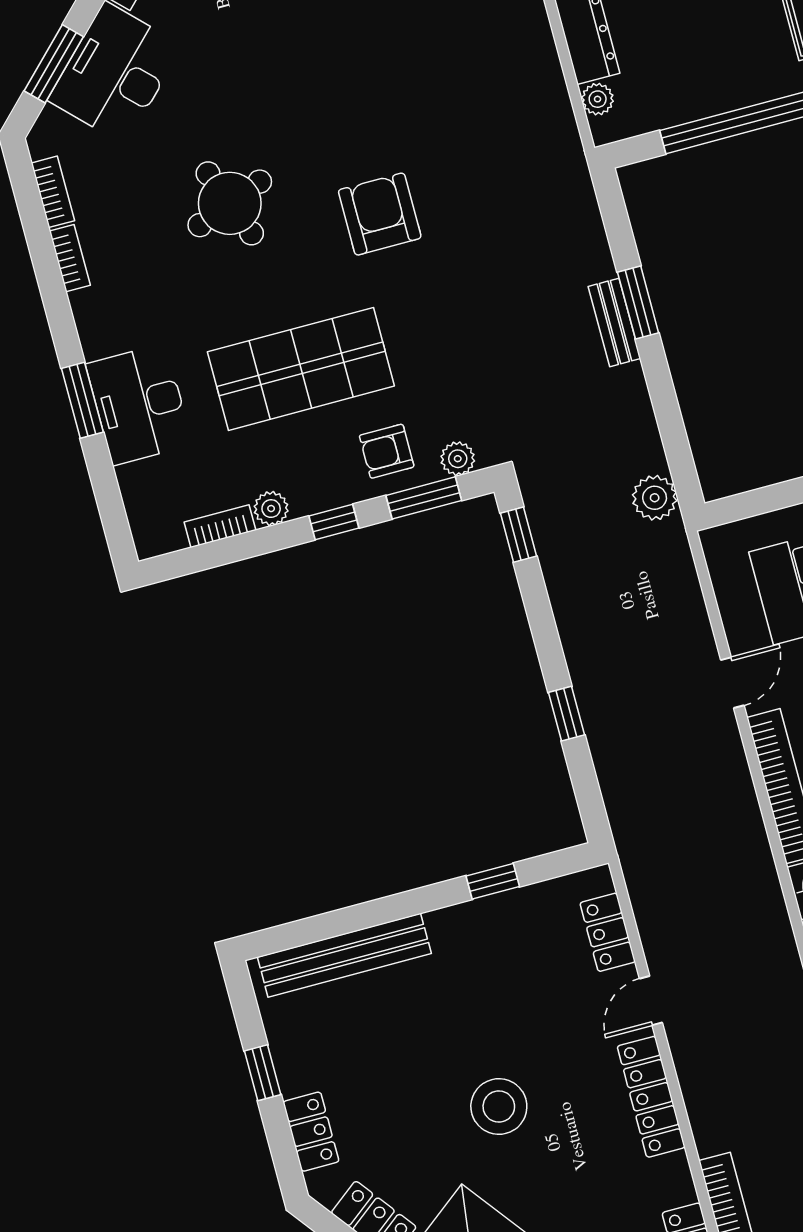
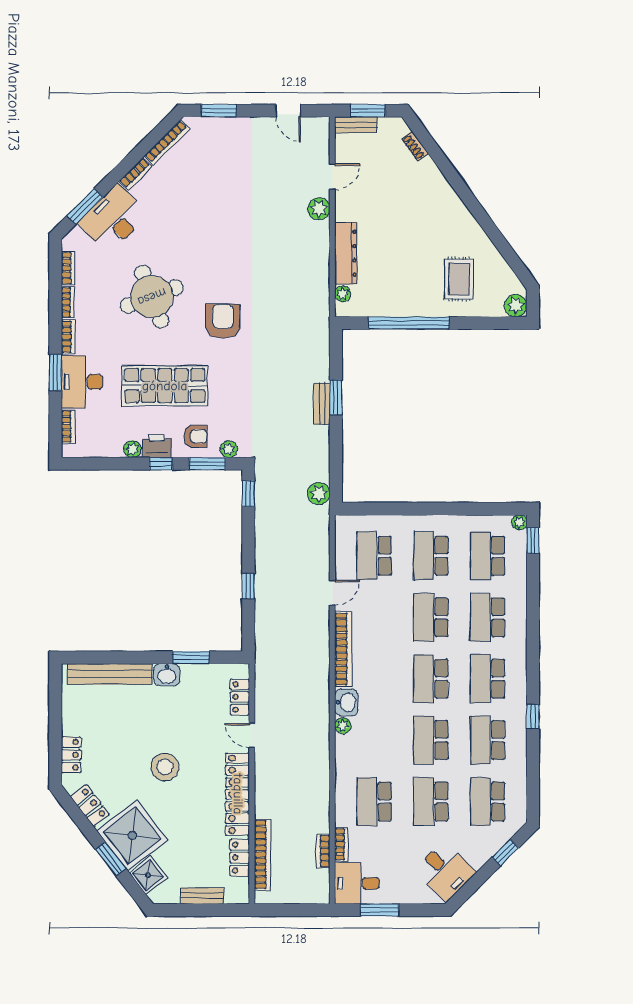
round table: (230, 203) -> (152, 297), width x1.36, depth x1.36
bookcase: (89, 324) -> (68, 337), added
armchair: (387, 451) -> (195, 436), turned 180
printer: (317, 490) -> (157, 446), added
bookcase: (220, 526) -> (68, 427), moved, turned 90
window: (493, 881) -> (191, 658), width x1.50
washbasin: (455, 927) -> (167, 675), added
door: (651, 1001) -> (252, 736), hinge flipped
window: (263, 1073) -> (55, 720), removed
locker: (651, 1097) -> (238, 794), width x1.41, depth x1.21

